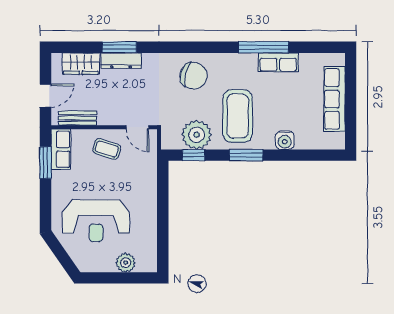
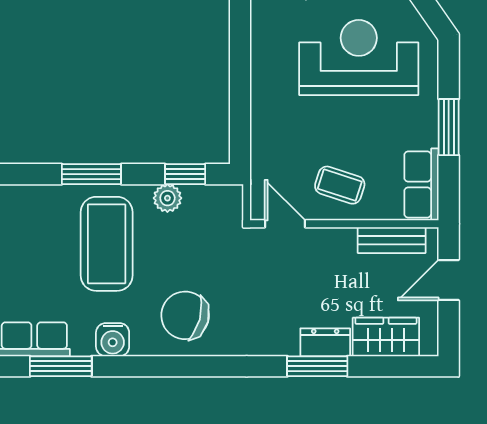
window: (263, 47) -> (61, 366), width x0.69
dresser: (121, 61) -> (325, 342), width x0.70
plant: (197, 135) -> (167, 198), width x0.53, depth x0.53
water cooler: (285, 140) -> (113, 340), moved, turned 180
window: (46, 163) -> (449, 127), moved

